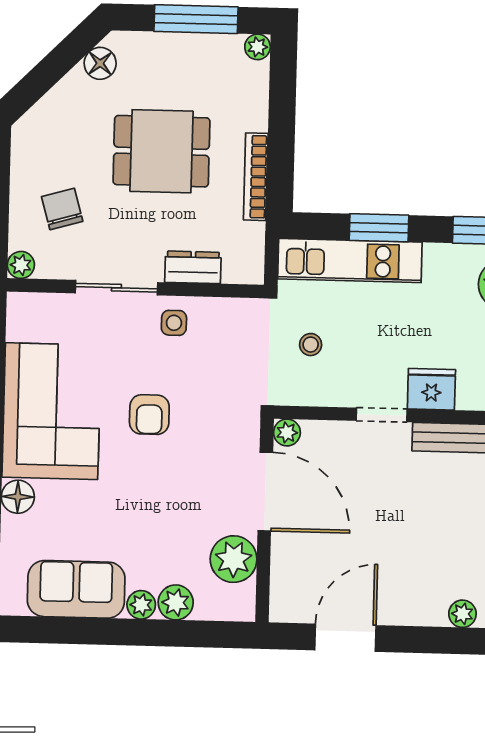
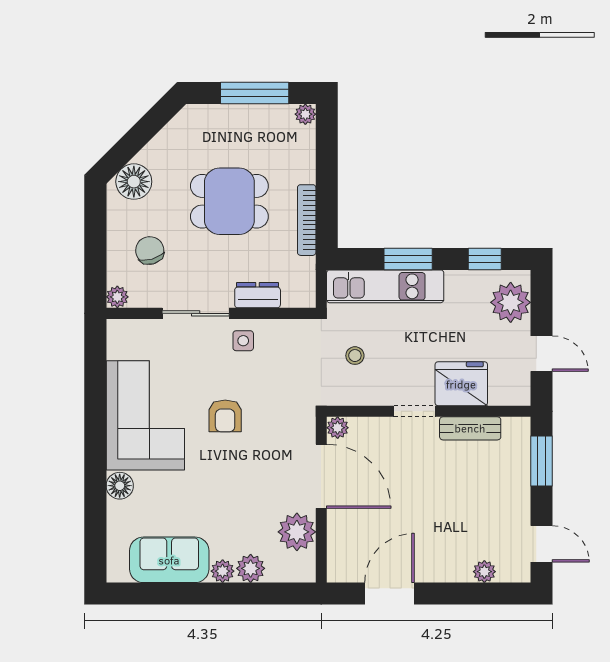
floor lamp: (100, 63) -> (134, 182), moved, width x1.38, depth x1.38
fridge: (431, 389) -> (461, 384), width x1.36, depth x1.34

